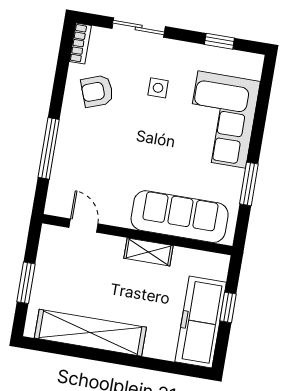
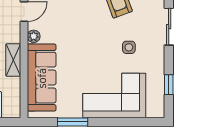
plant: (120, 218) -> (34, 36), added

